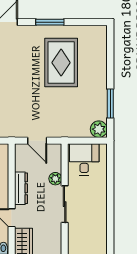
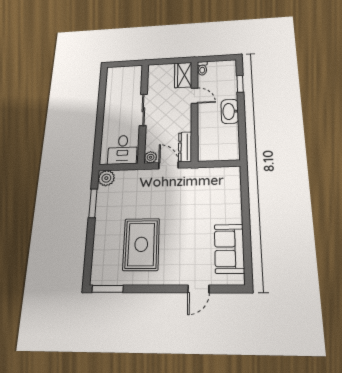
window: (50, 22) -> (108, 289), moved
plant: (55, 179) -> (151, 157), moved
dresser: (21, 188) -> (185, 147), moved

